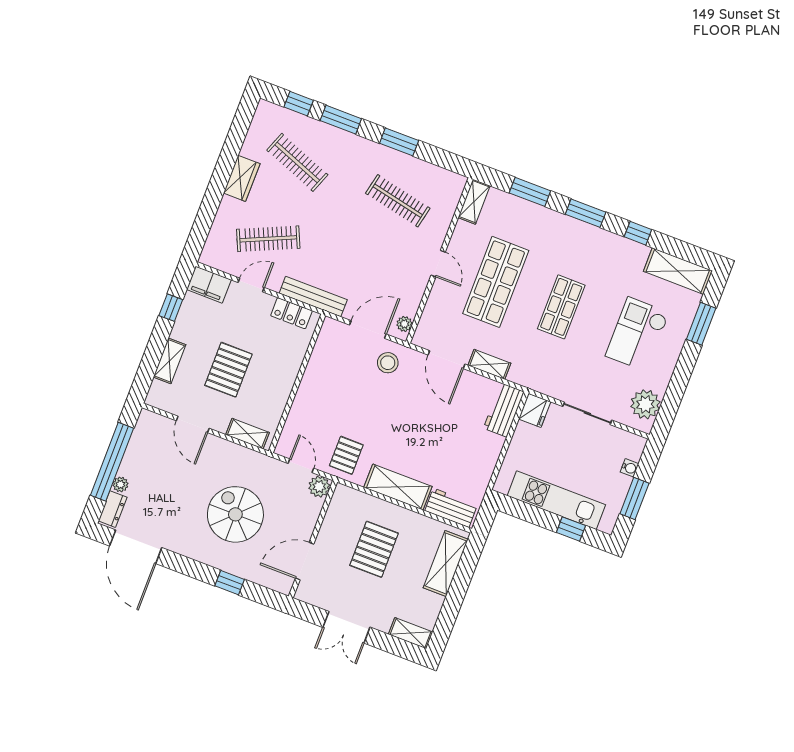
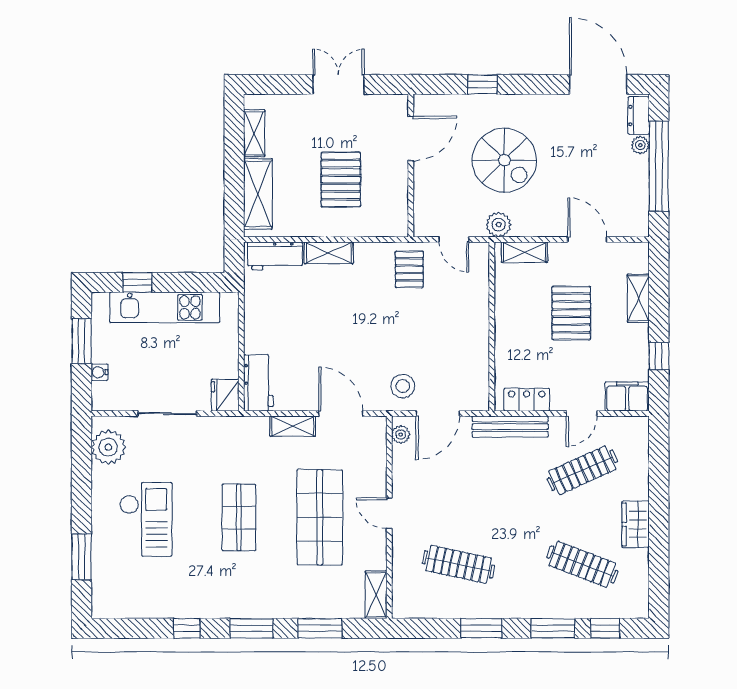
shelving: (678, 271) -> (128, 604), removed
plant: (319, 487) -> (499, 225), moved
shelving: (398, 487) -> (329, 253), width x0.67, depth x0.75
shelving: (411, 633) -> (254, 133), moved, turned 90

